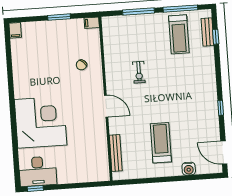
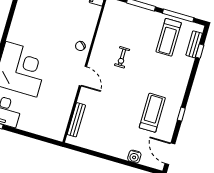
chair: (81, 65) -> (80, 46), moved
treadmill: (161, 143) -> (152, 113), moved

